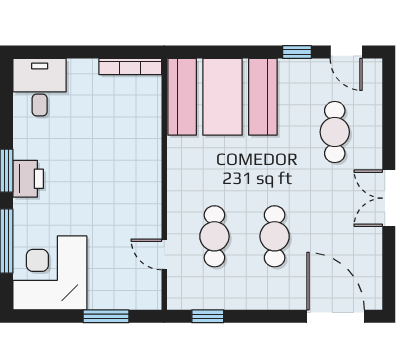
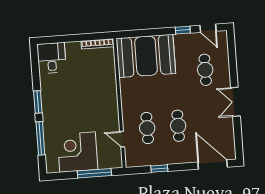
printer: (28, 179) -> (49, 105), removed
corner desk: (50, 273) -> (77, 152), moved
window: (106, 316) -> (94, 173), width x1.44
window: (208, 316) -> (159, 168), moved

